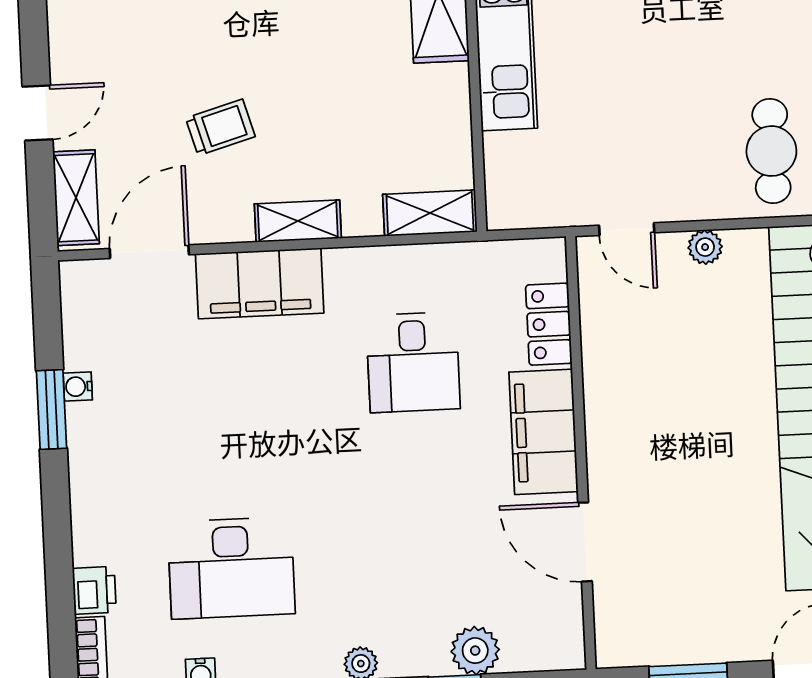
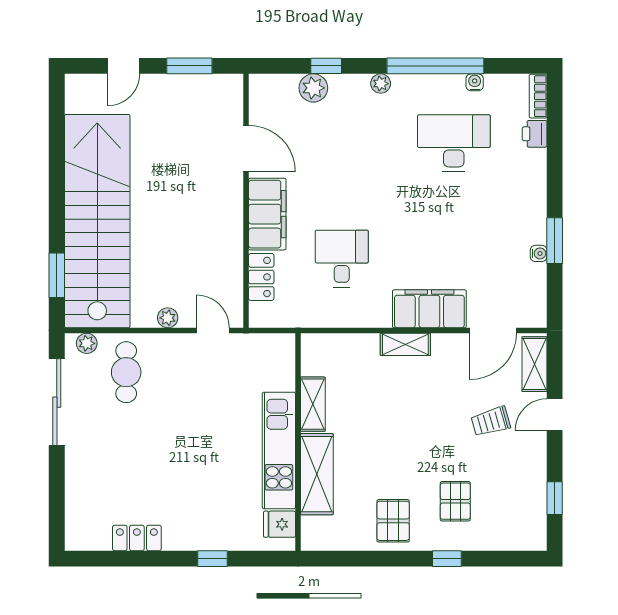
trolley: (220, 127) -> (491, 421), moved
shelving: (430, 213) -> (313, 404), moved, turned 90

